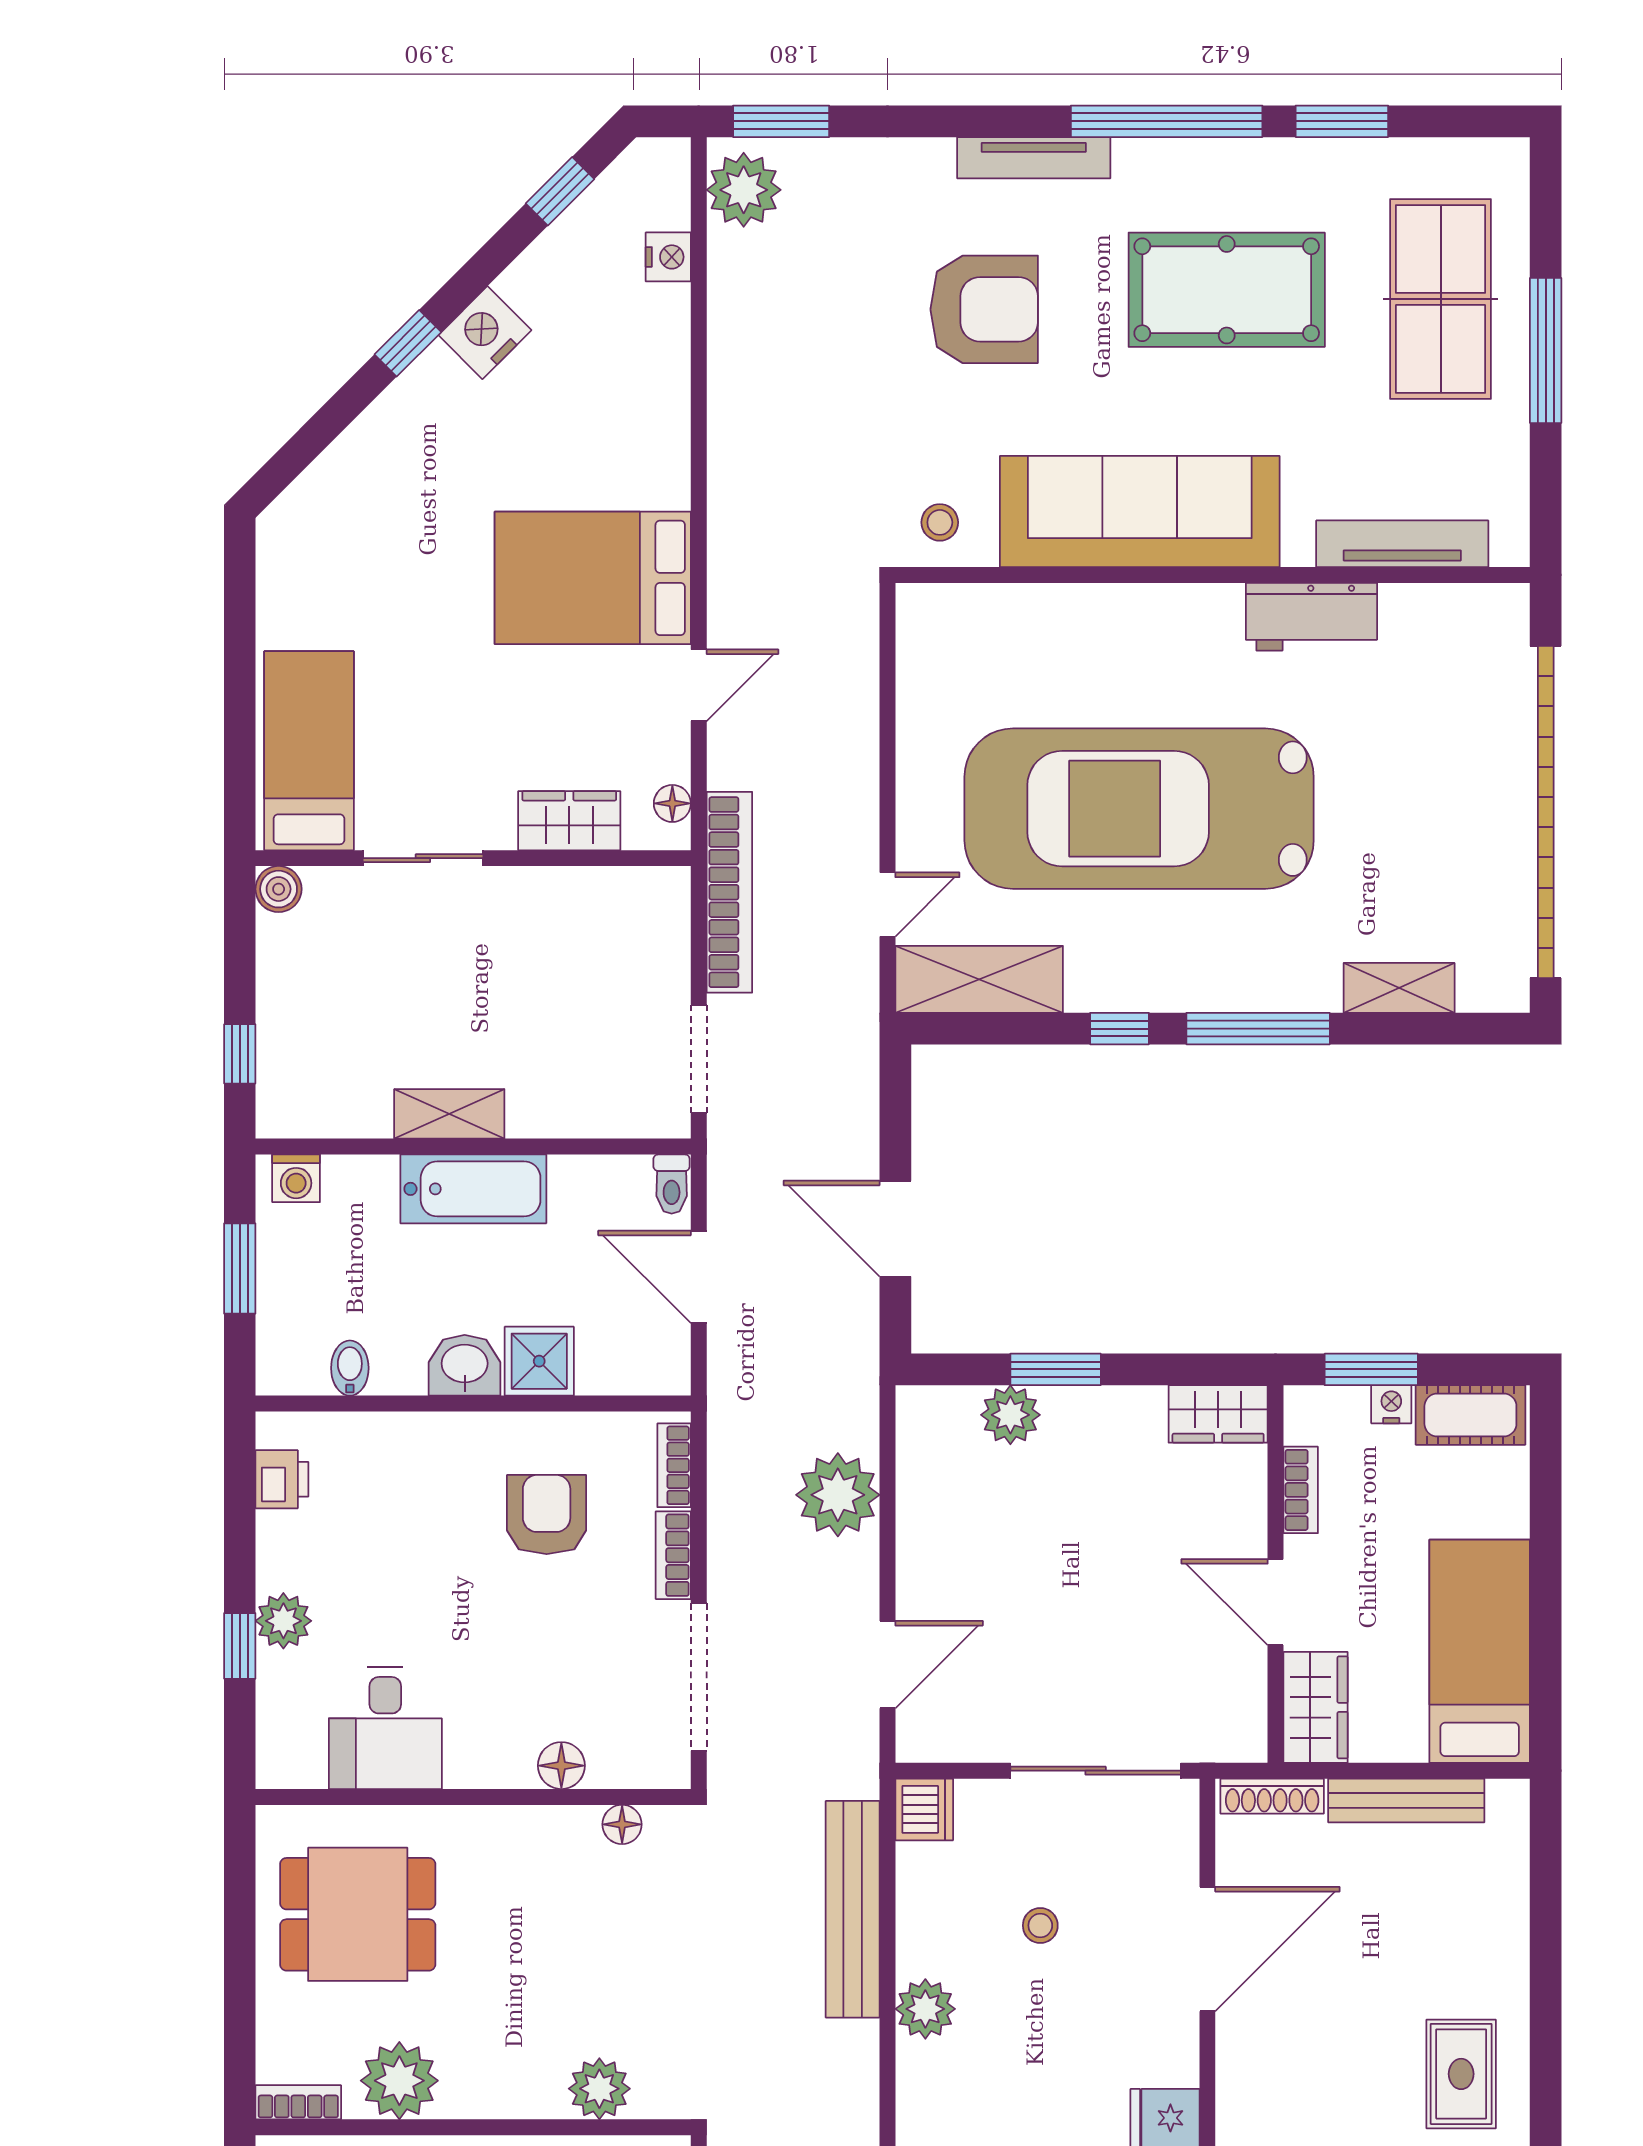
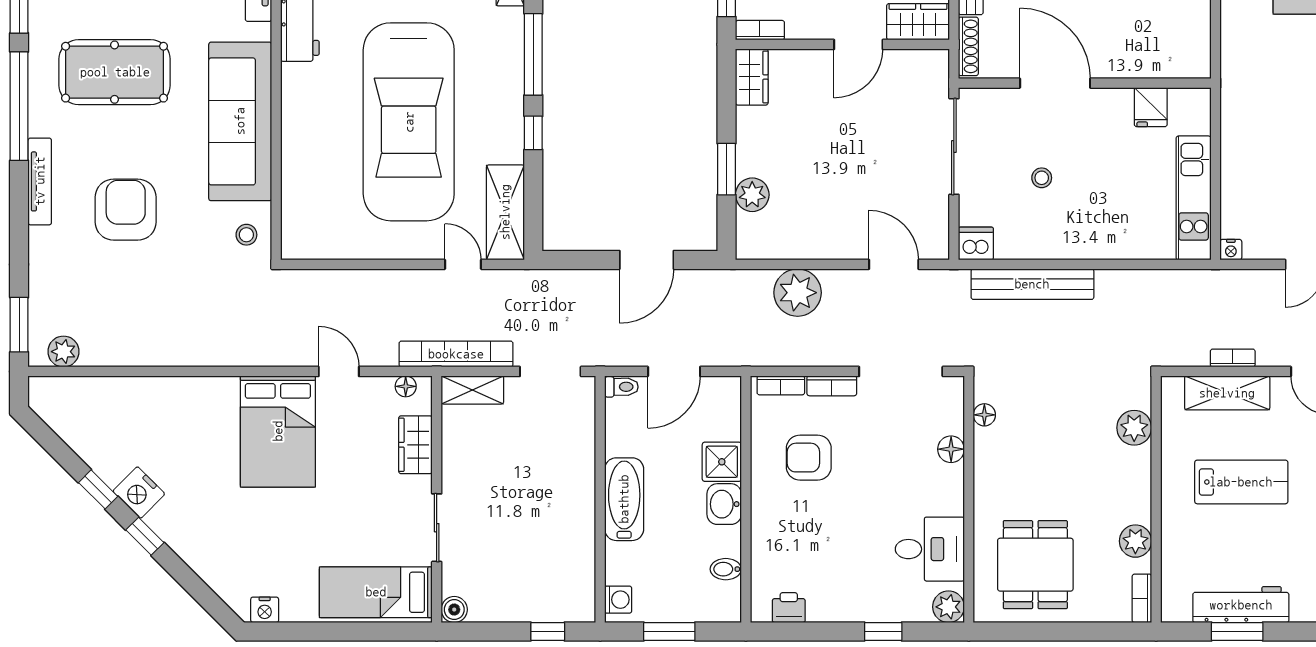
plant: (744, 190) -> (63, 352), width x0.73, depth x0.73
window: (560, 191) -> (98, 489), moved
nightstand: (668, 257) -> (265, 610), moved, turned 180
pool table: (1227, 290) -> (115, 72), turned 90
shelving: (449, 1114) -> (472, 390), moved, turned 90
bookcase: (1301, 1490) -> (760, 30), moved
plant: (283, 1621) -> (948, 607), moved
plant: (925, 2009) -> (1089, 243), removed
plant: (399, 2081) -> (1135, 541), width x0.73, depth x0.73

